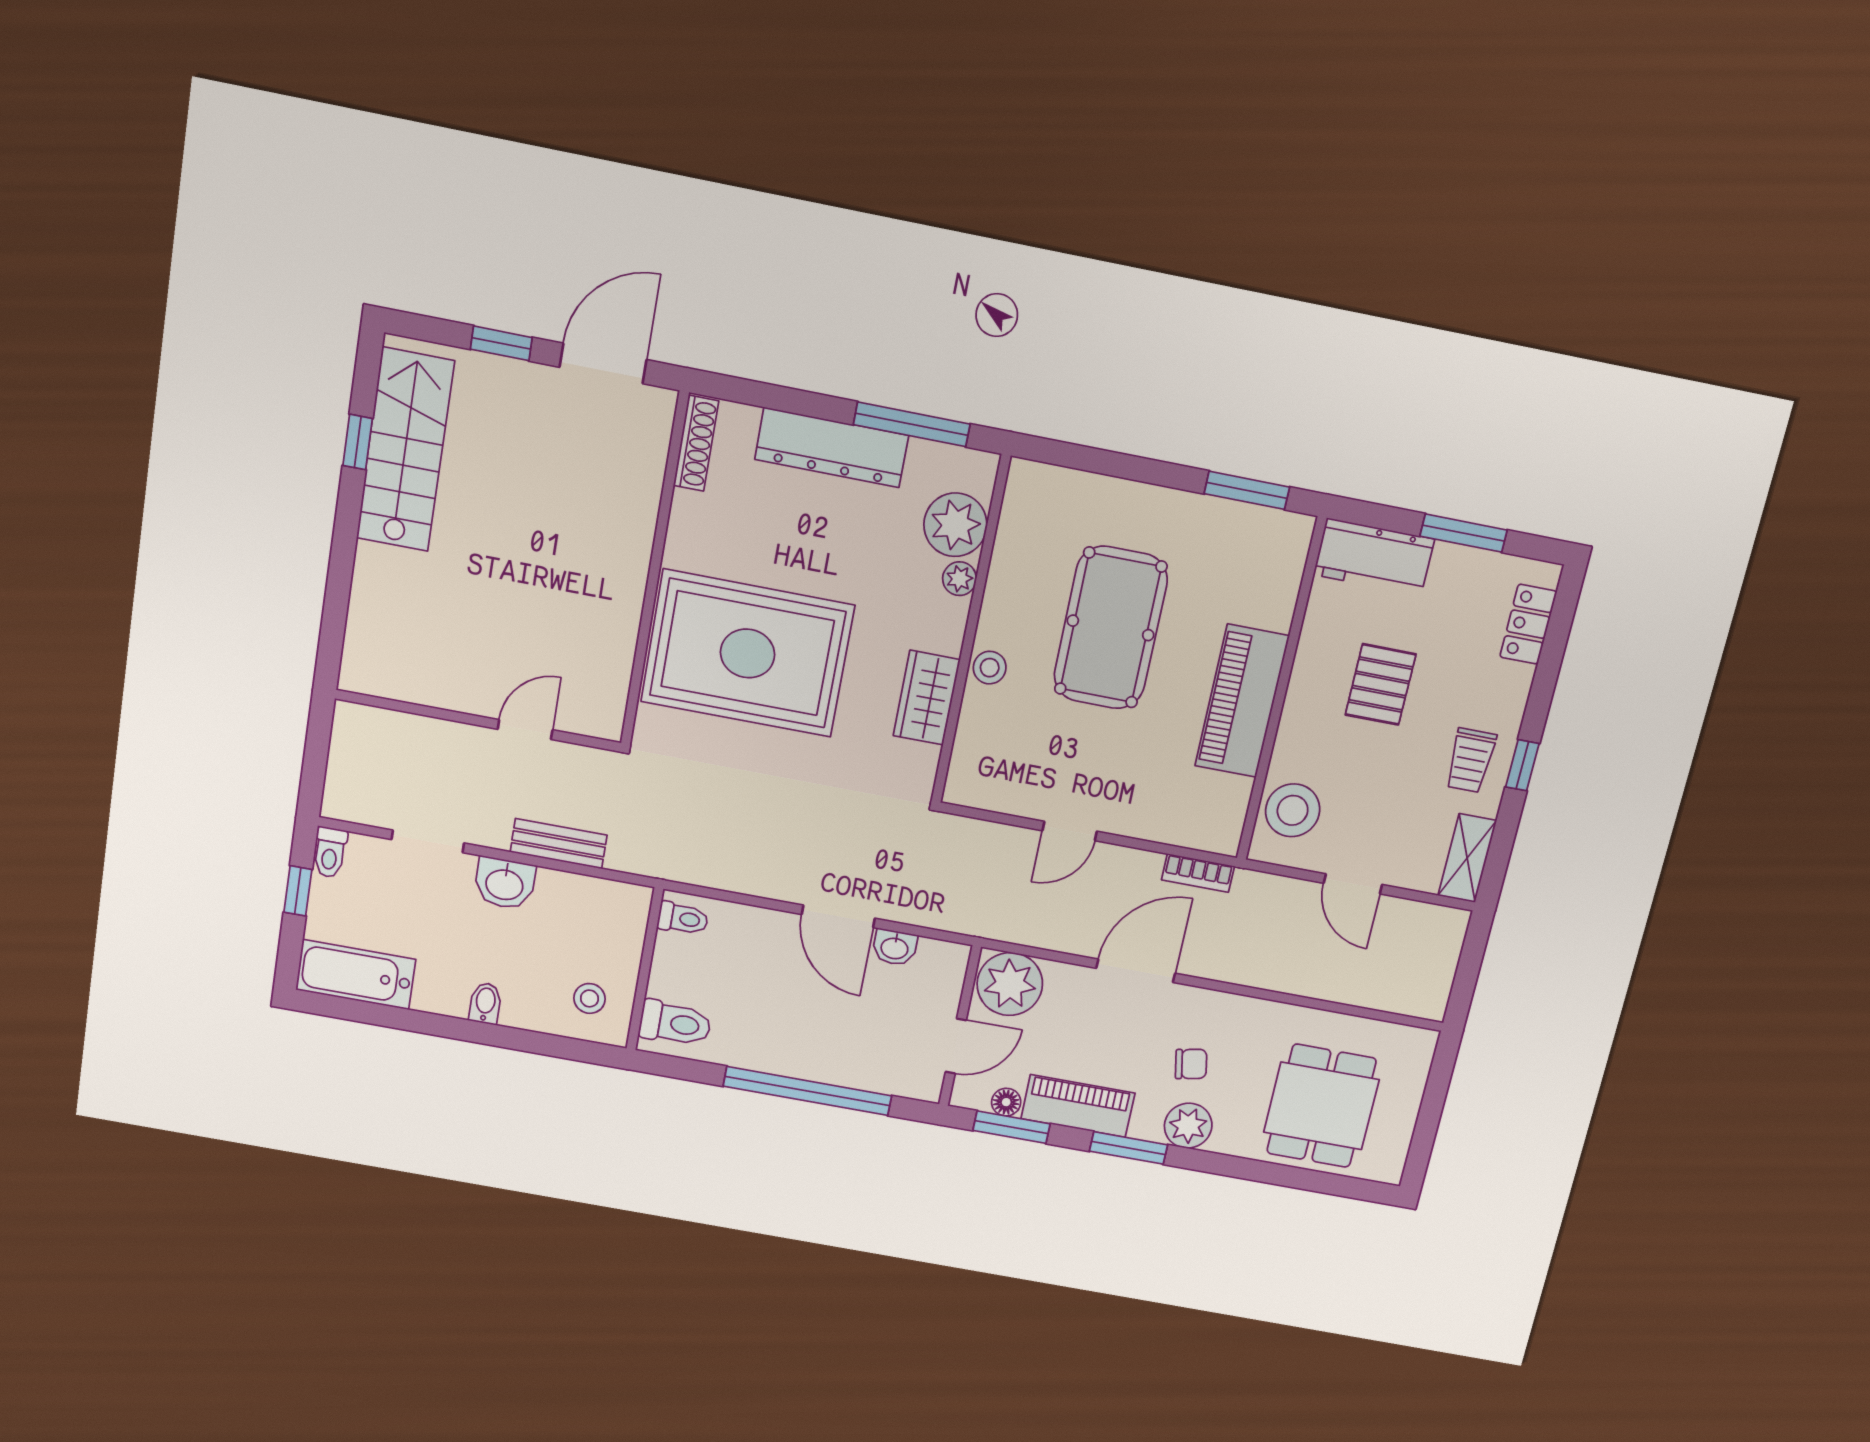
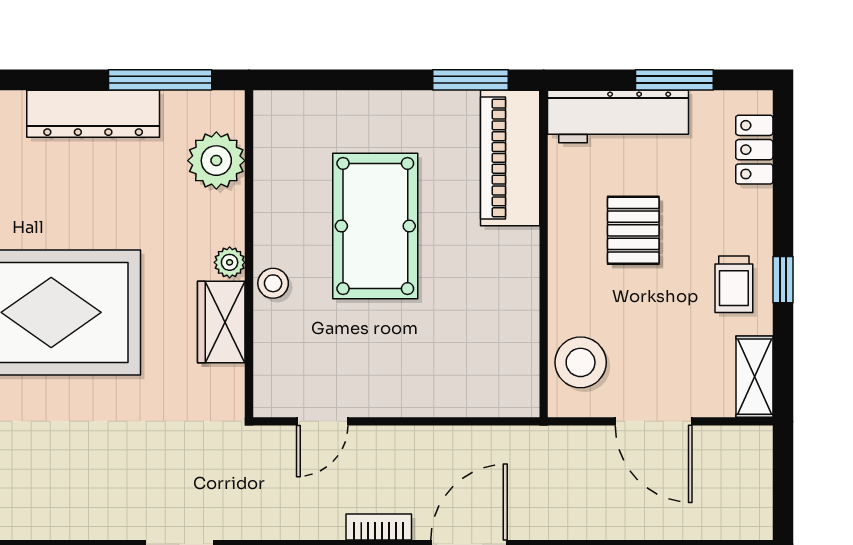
workbench: (1374, 557) -> (618, 116), width x1.38
plant: (959, 579) -> (230, 262), moved
piano: (1242, 701) -> (510, 158), moved
door: (1070, 831) -> (322, 421), moved
bookcase: (1198, 873) -> (379, 527), moved, turned 180
door: (1353, 884) -> (654, 421), width x1.38

